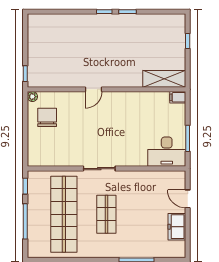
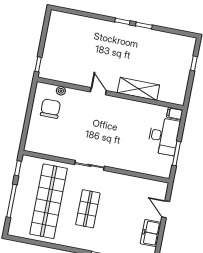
shelving: (164, 79) -> (138, 89), moved
door: (94, 89) -> (98, 91), swing flipped
plant: (32, 97) -> (61, 91), moved
desk: (167, 152) -> (164, 136), moved, turned -90

